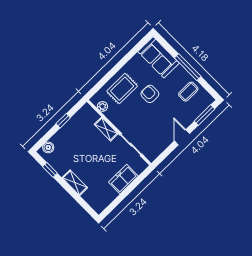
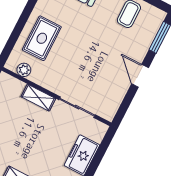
armchair: (150, 94) -> (80, 33), removed

